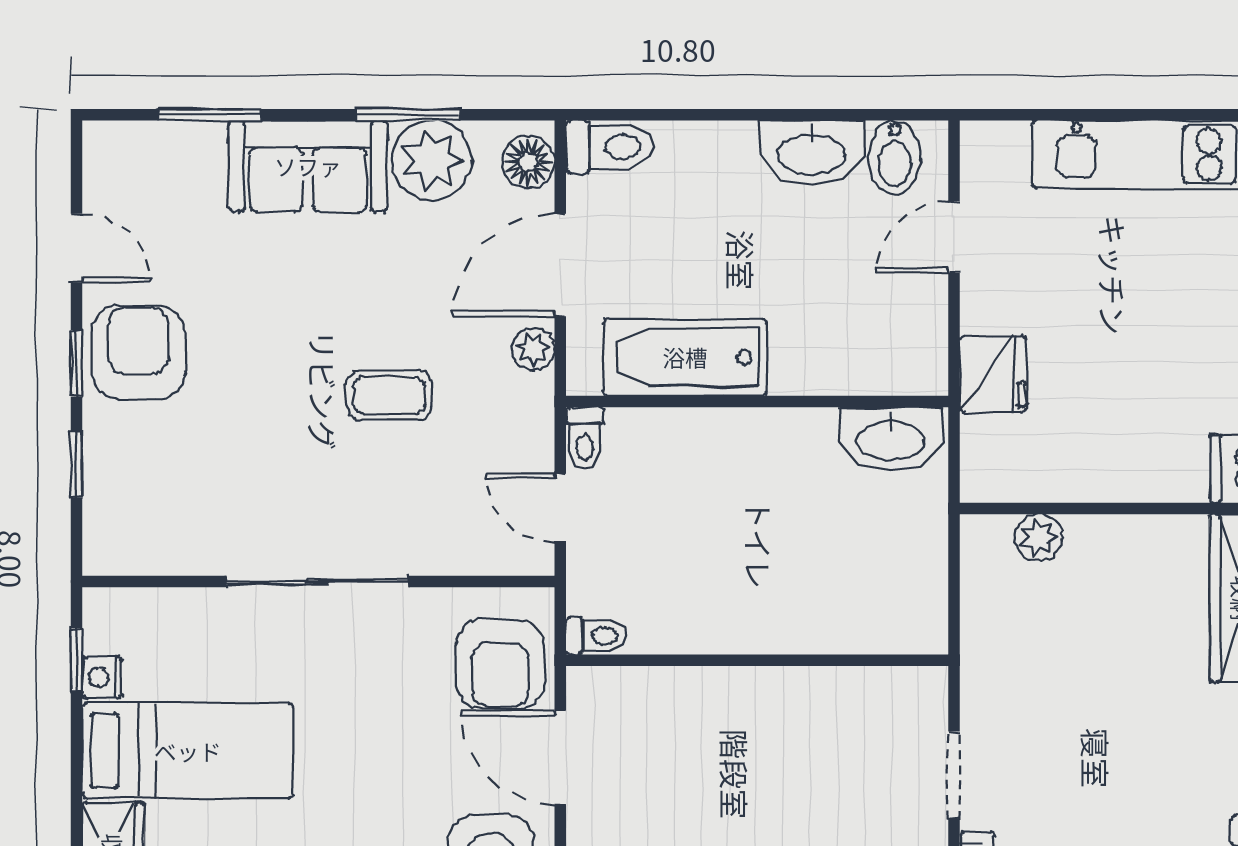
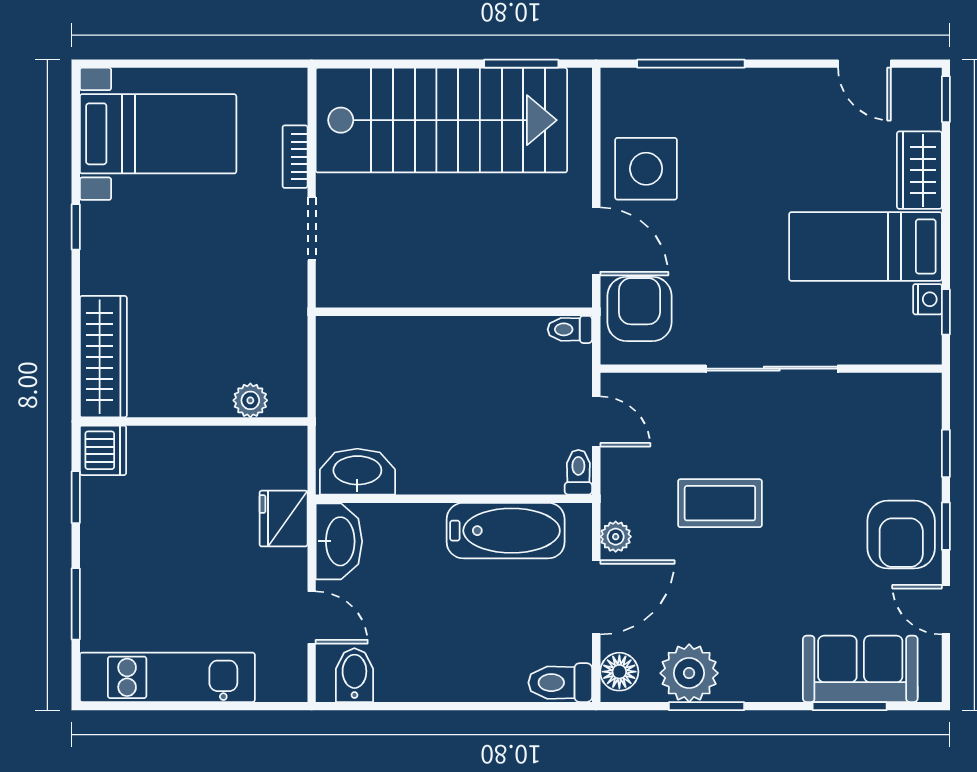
washbasin: (812, 152) -> (339, 541), moved, turned 90
sofa: (308, 166) -> (860, 669), moved
door: (954, 237) -> (312, 617), hinge flipped
coffee table: (389, 395) -> (720, 503), width x1.36, depth x1.30

